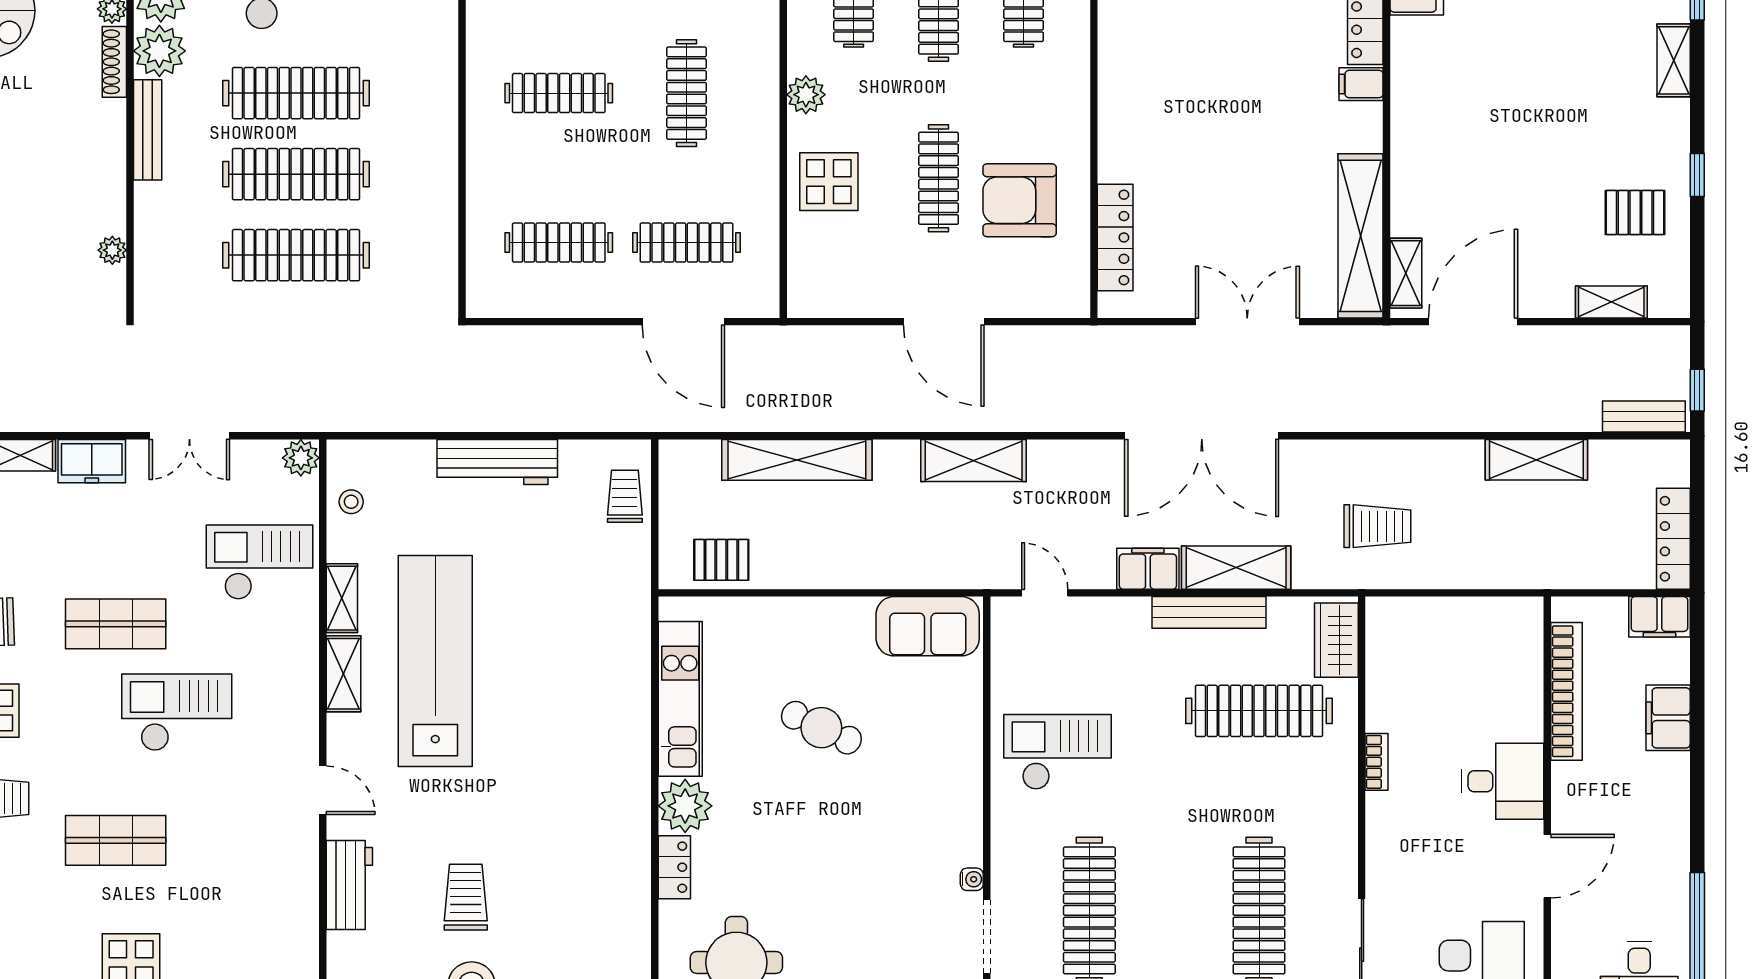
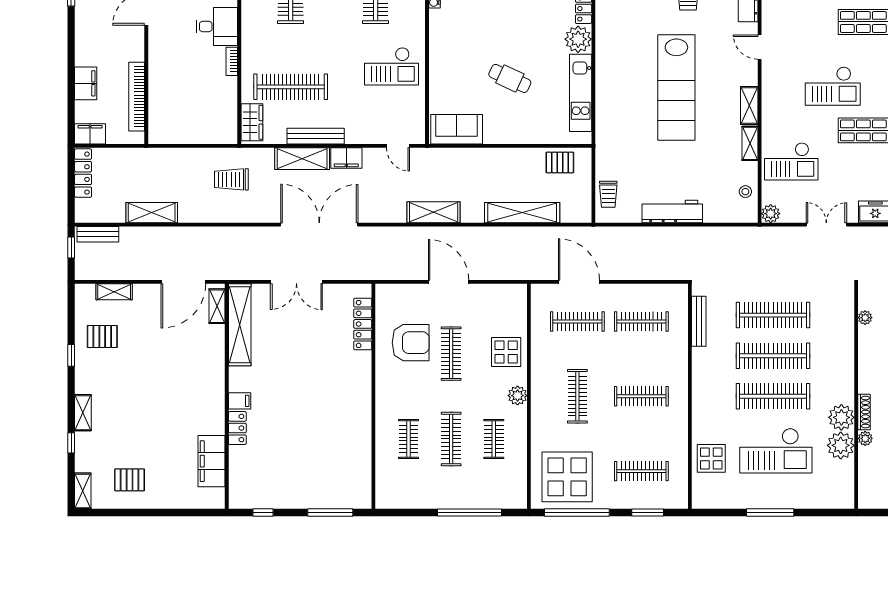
bench: (148, 130) -> (699, 321), moved
lab bench: (435, 661) -> (676, 88), moved
desk: (1503, 781) -> (217, 27), moved, turned 180

